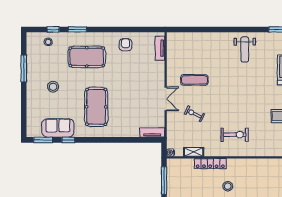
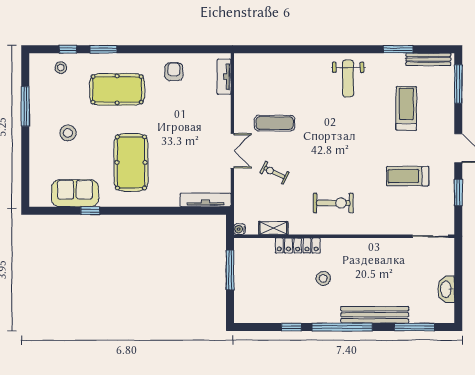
tv unit: (152, 133) -> (206, 200), width x1.41
window: (43, 140) -> (53, 211), removed

